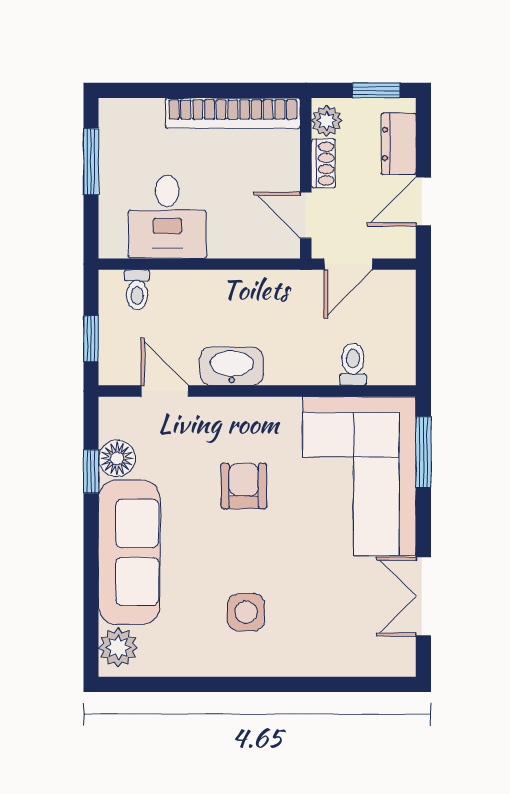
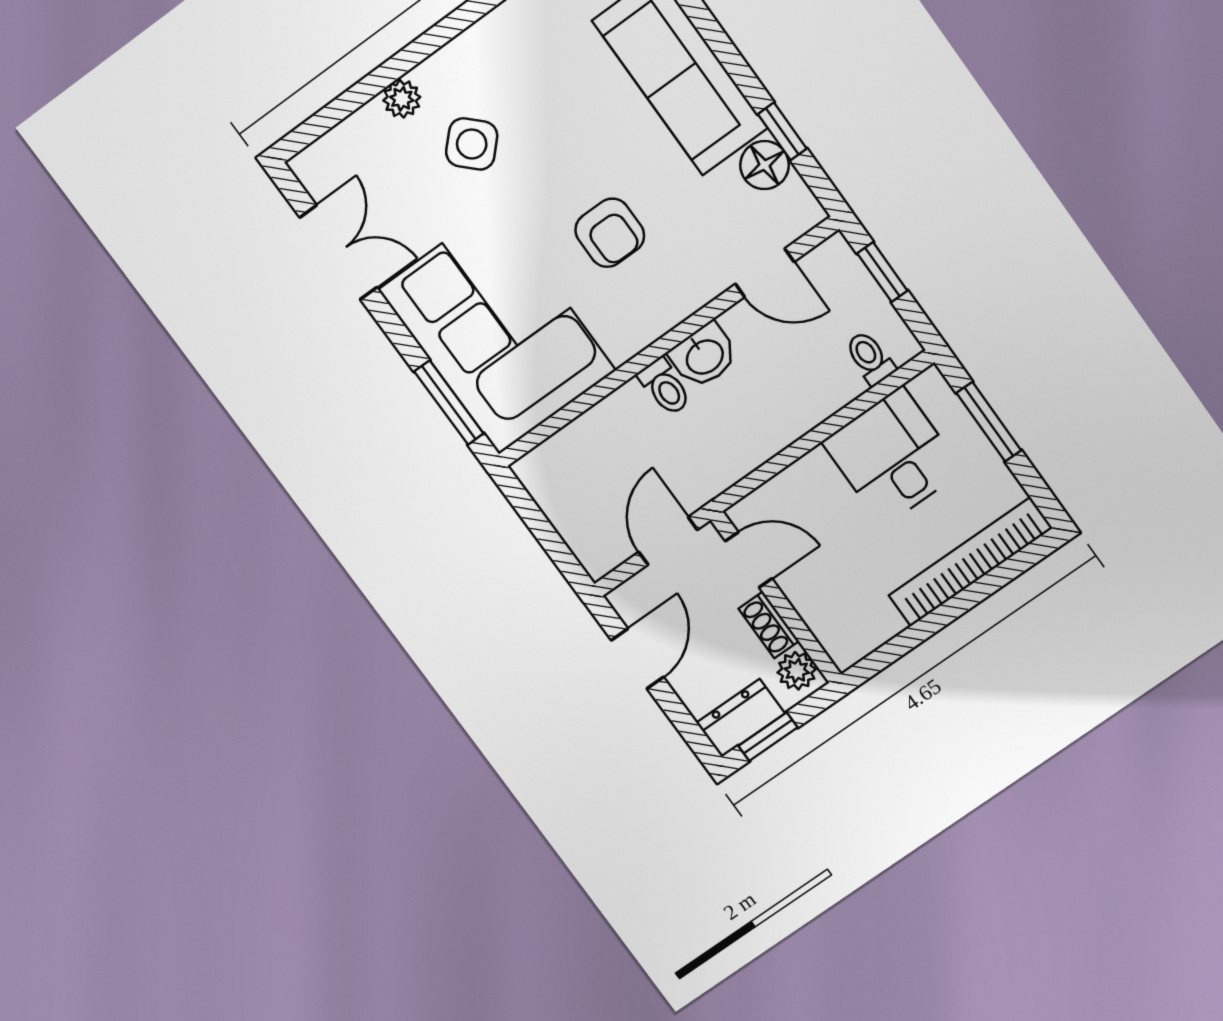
bookcase: (233, 113) -> (970, 562), moved
dresser: (399, 144) -> (741, 718), moved, turned -90
window: (91, 162) -> (989, 422), moved
toilet: (353, 364) -> (665, 387), moved
washbasin: (232, 366) -> (704, 356), width x0.72
side table: (246, 612) -> (472, 144), moved, turned 45
plant: (313, 662) -> (402, 99), added

